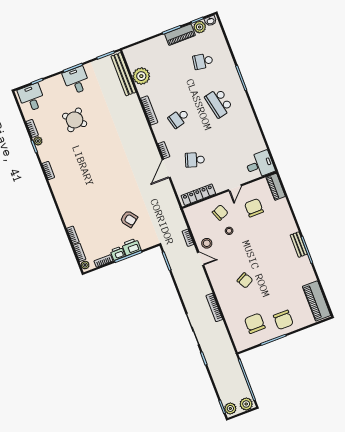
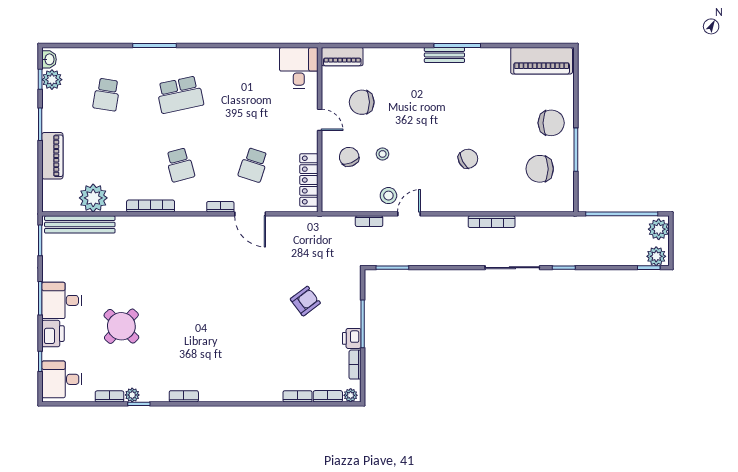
piano: (180, 35) -> (52, 156), moved
printer: (131, 247) -> (53, 334), moved, turned 180

